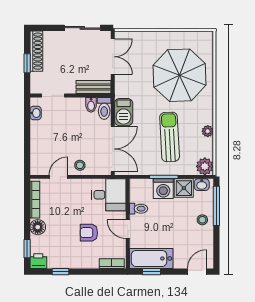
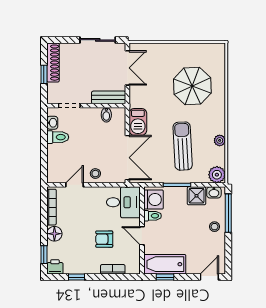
parasol: (180, 75) -> (192, 86), width x0.73, depth x0.73
toilet: (104, 108) -> (58, 137), moved, turned -90
washing machine: (163, 189) -> (153, 200), moved, turned -90
bookcase: (112, 264) -> (113, 269), moved

